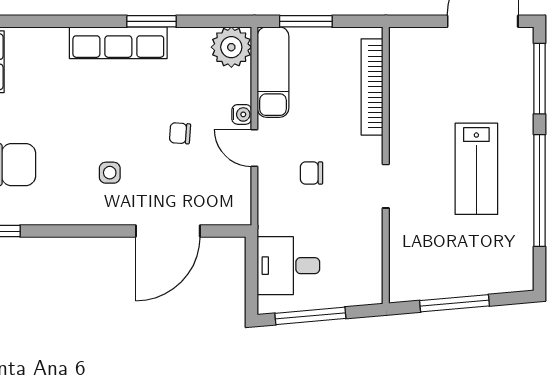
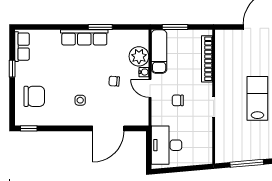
plant: (231, 47) -> (139, 56), moved
lab bench: (476, 169) -> (257, 98), turned 180
desk: (288, 266) -> (167, 145), width x1.37
window: (310, 316) -> (177, 169), removed

